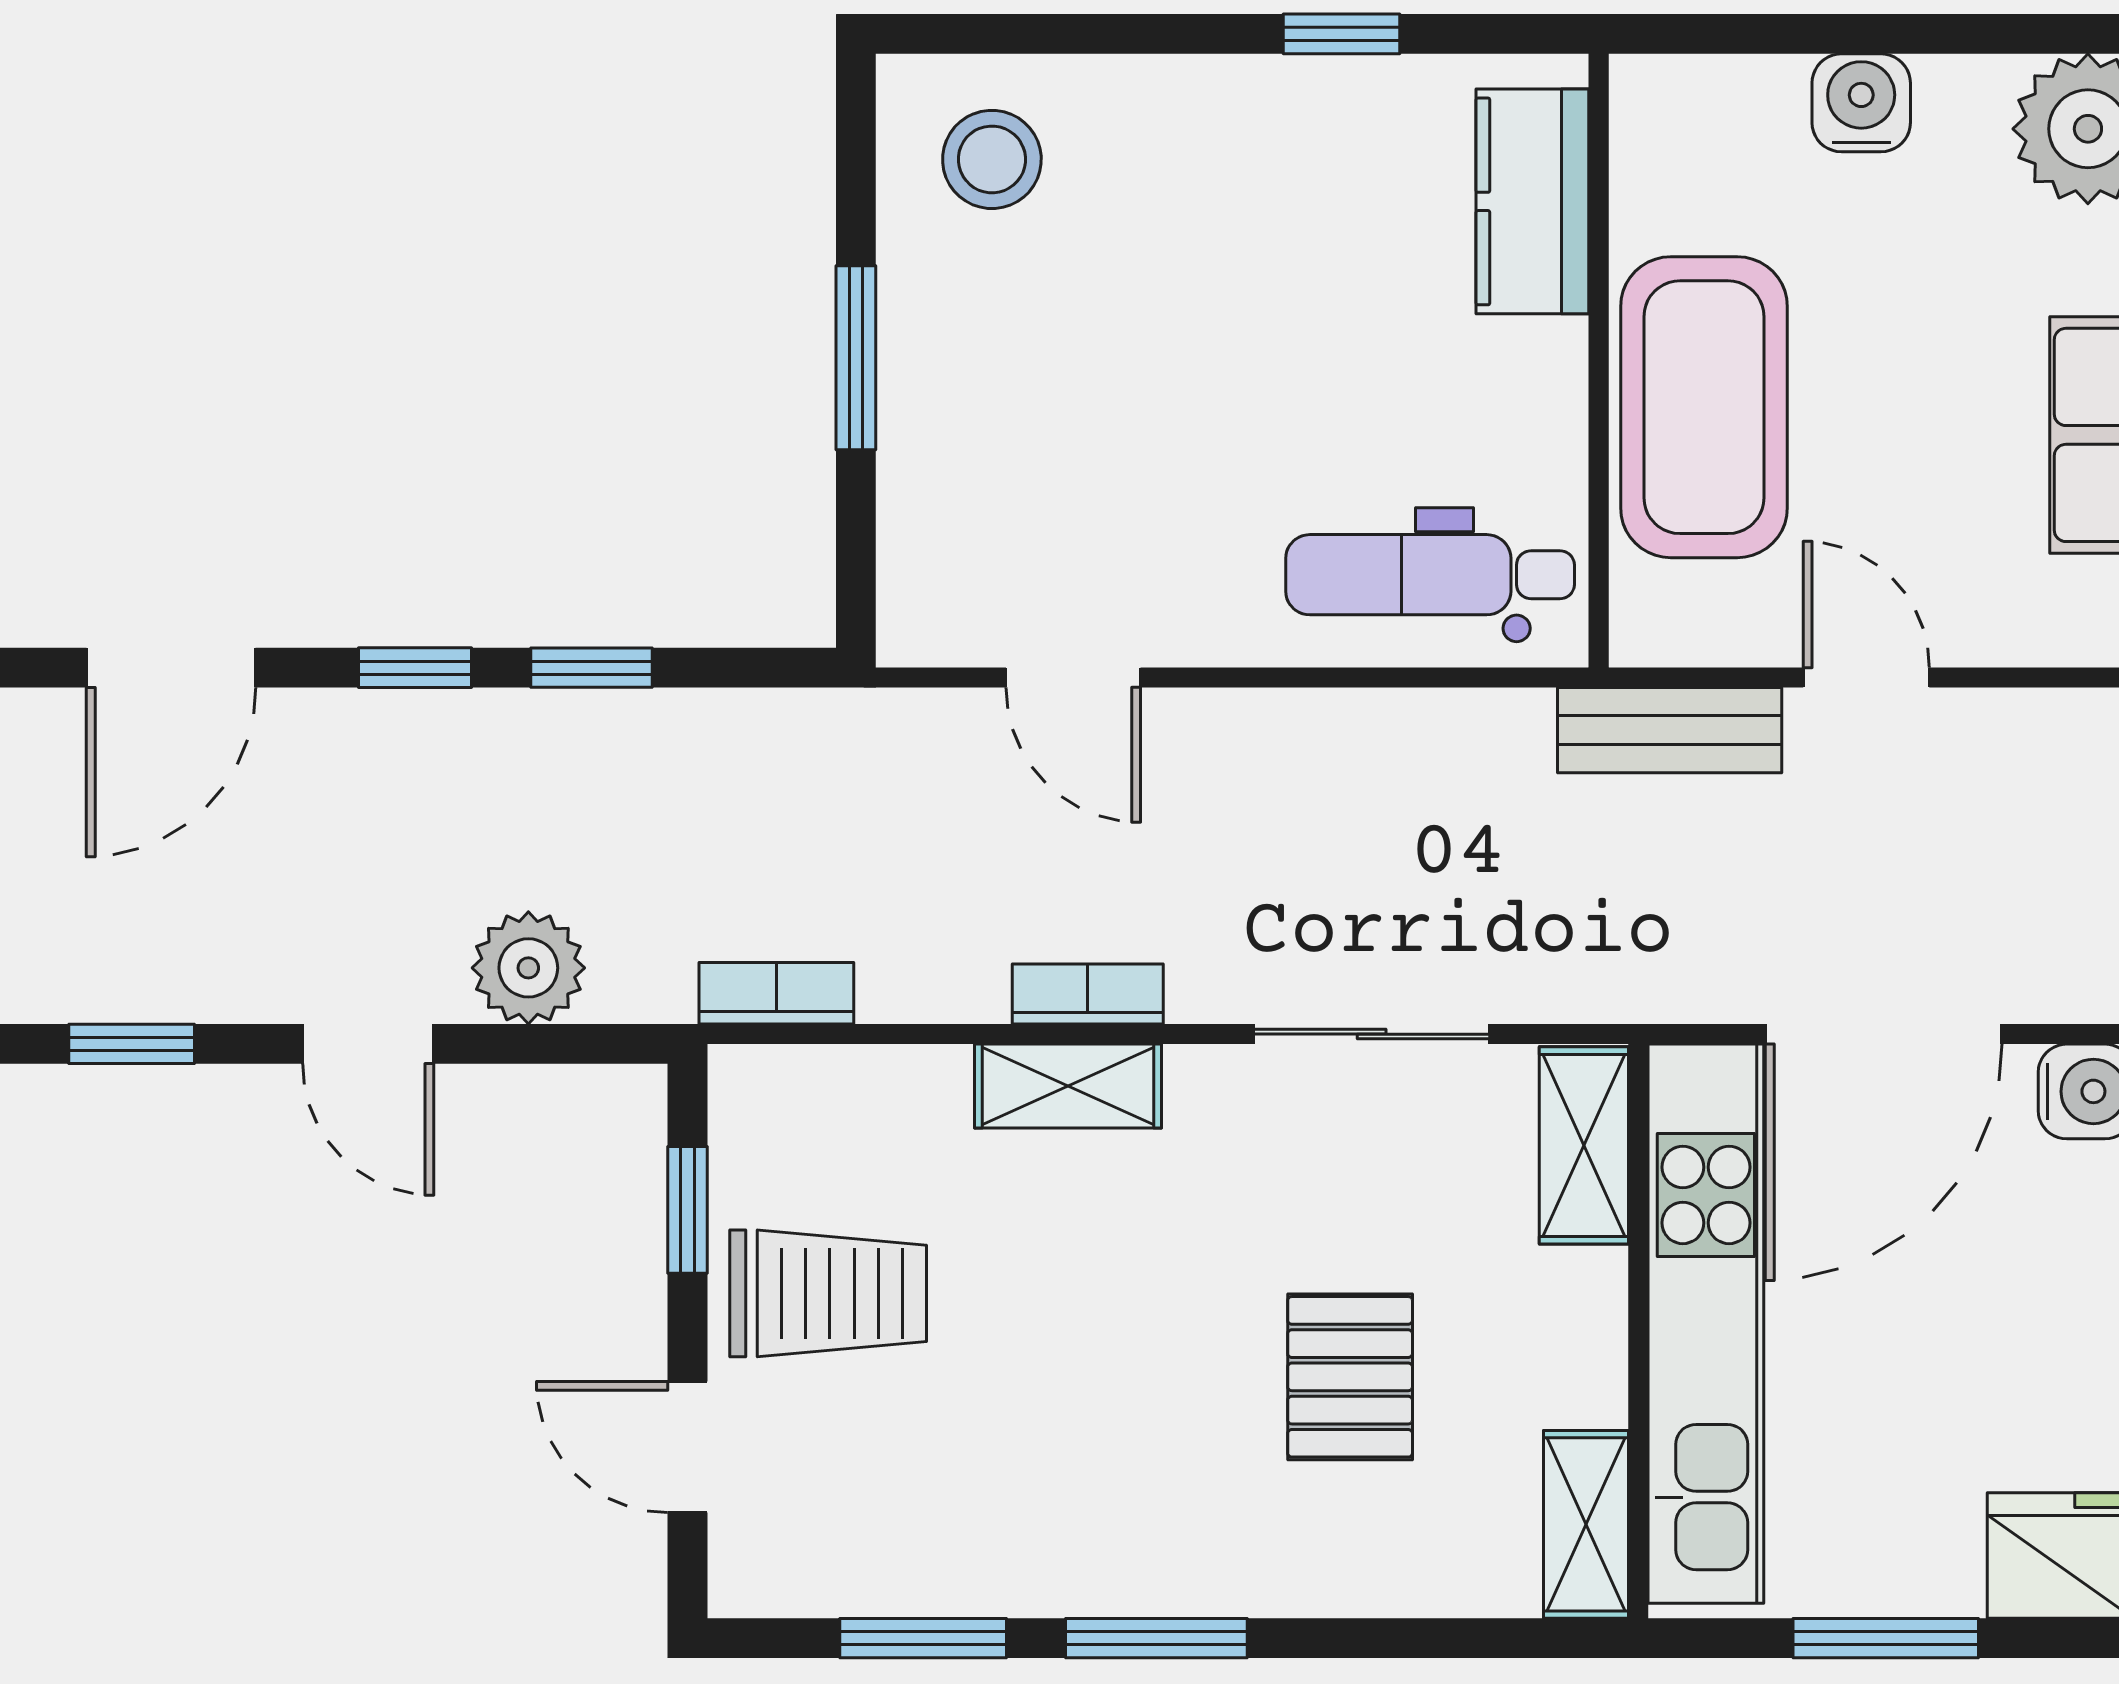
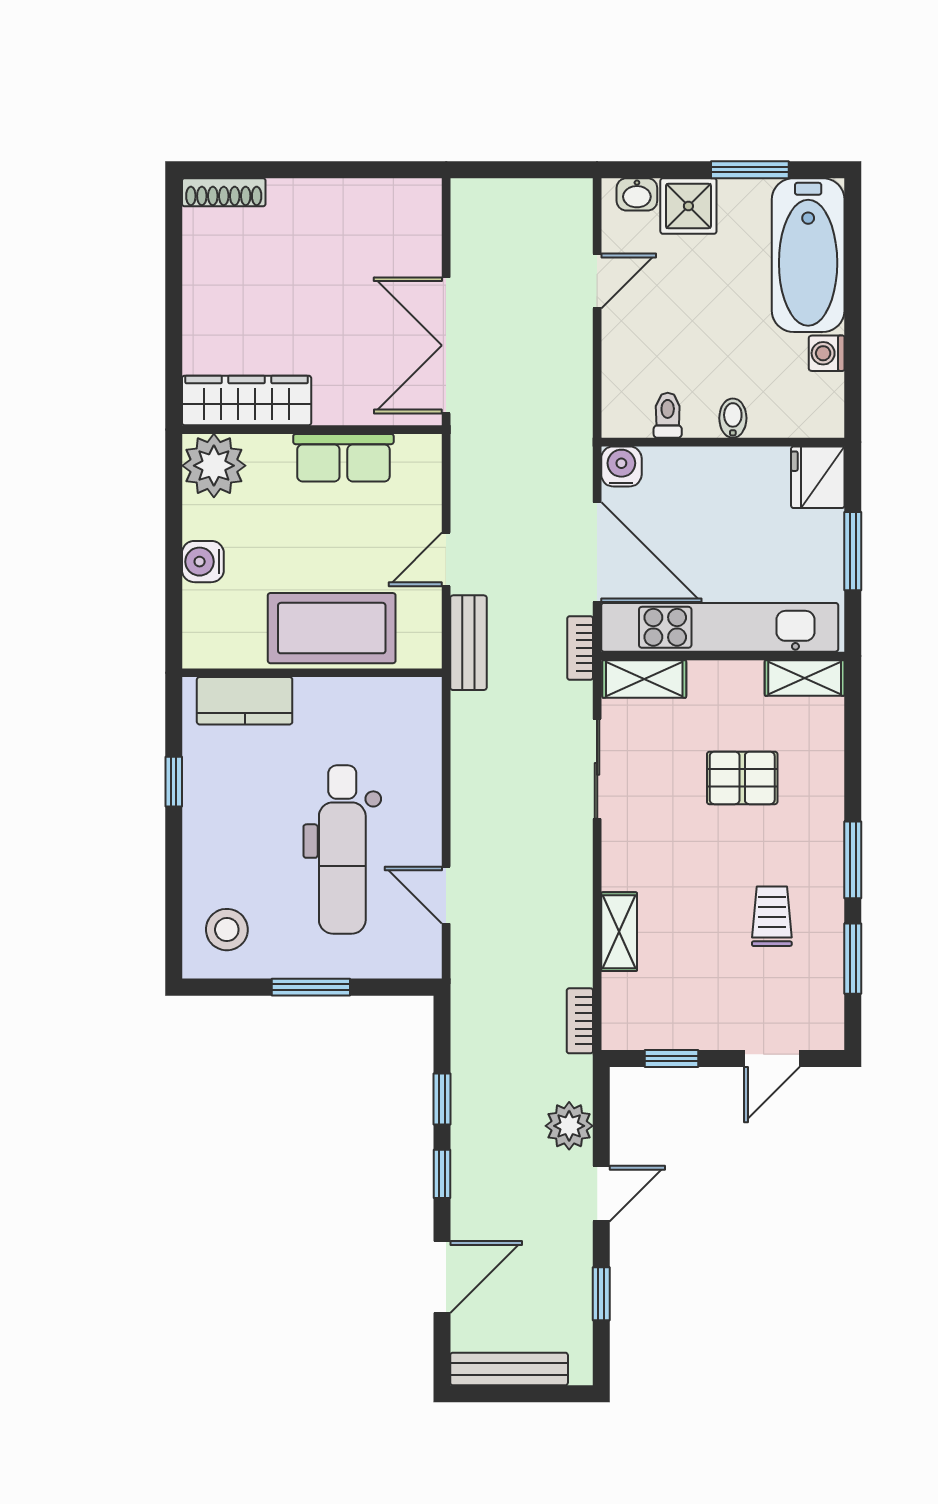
dental chair: (1430, 575) -> (342, 850), moved, width x1.36, depth x1.38
door: (171, 668) -> (442, 1277), hinge flipped
door: (1073, 678) -> (446, 895), swing flipped
bookcase: (1088, 994) -> (580, 648), moved
shelving: (1068, 1086) -> (619, 932), moved
trolley: (828, 1293) -> (772, 916), moved, width x0.73, depth x0.72

